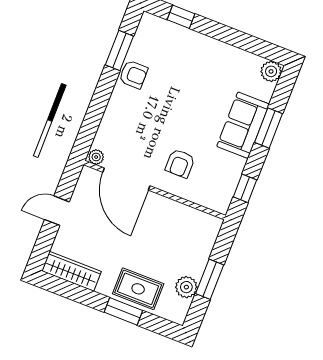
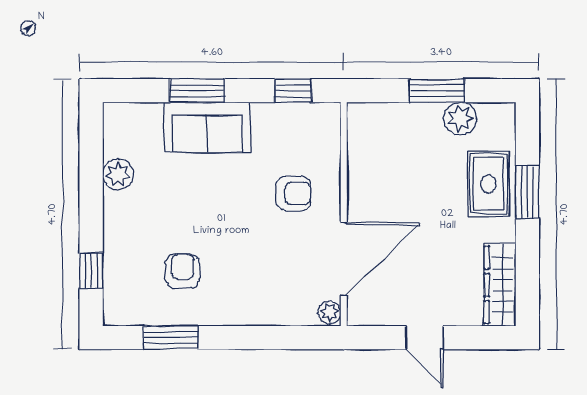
plant: (271, 71) -> (118, 174), moved
armchair: (133, 75) -> (182, 271), moved

